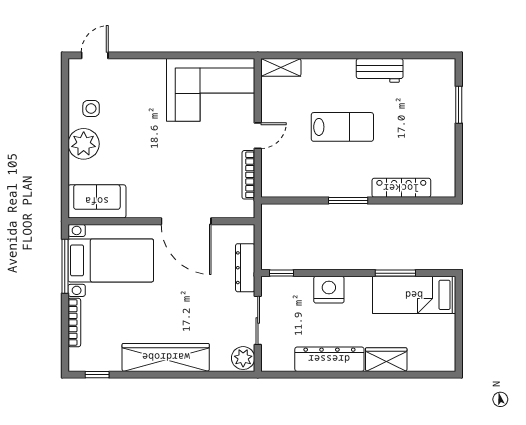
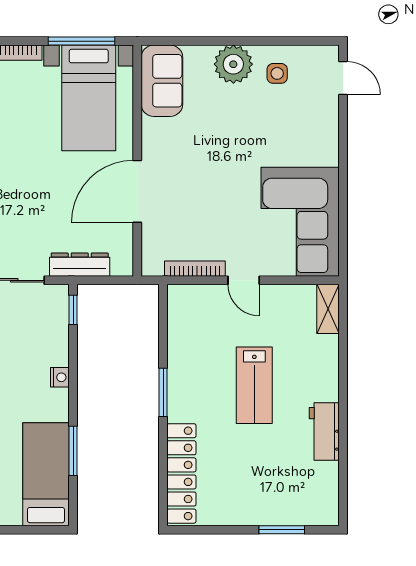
locker: (401, 188) -> (181, 473), width x1.41, depth x1.21
nightstand: (329, 290) -> (60, 377), width x0.53, depth x0.56

